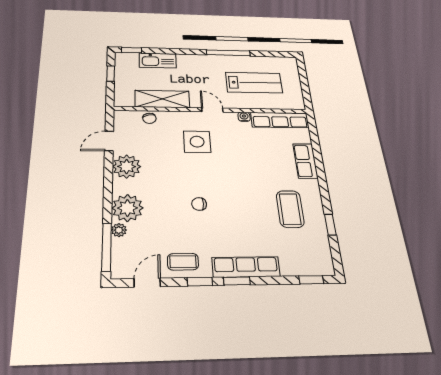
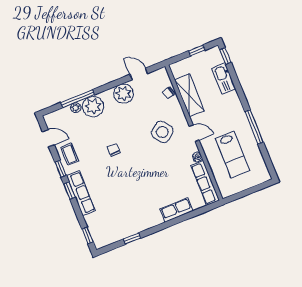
door: (212, 110) -> (194, 133), hinge flipped
side table: (197, 142) -> (162, 132), turned -38
coffee table: (290, 209) -> (133, 210), removed
window: (107, 247) -> (78, 99), moved

